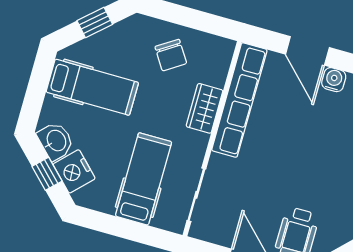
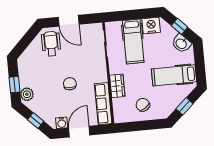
door: (307, 51) -> (79, 132), hinge flipped
row of seats: (239, 100) -> (103, 104), width x0.73
chair: (291, 146) -> (70, 84), added
nightstand: (74, 171) -> (151, 26), moved, turned -45

